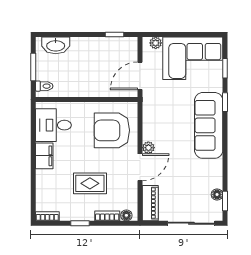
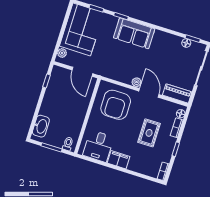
sofa: (209, 125) -> (134, 33), width x0.73

